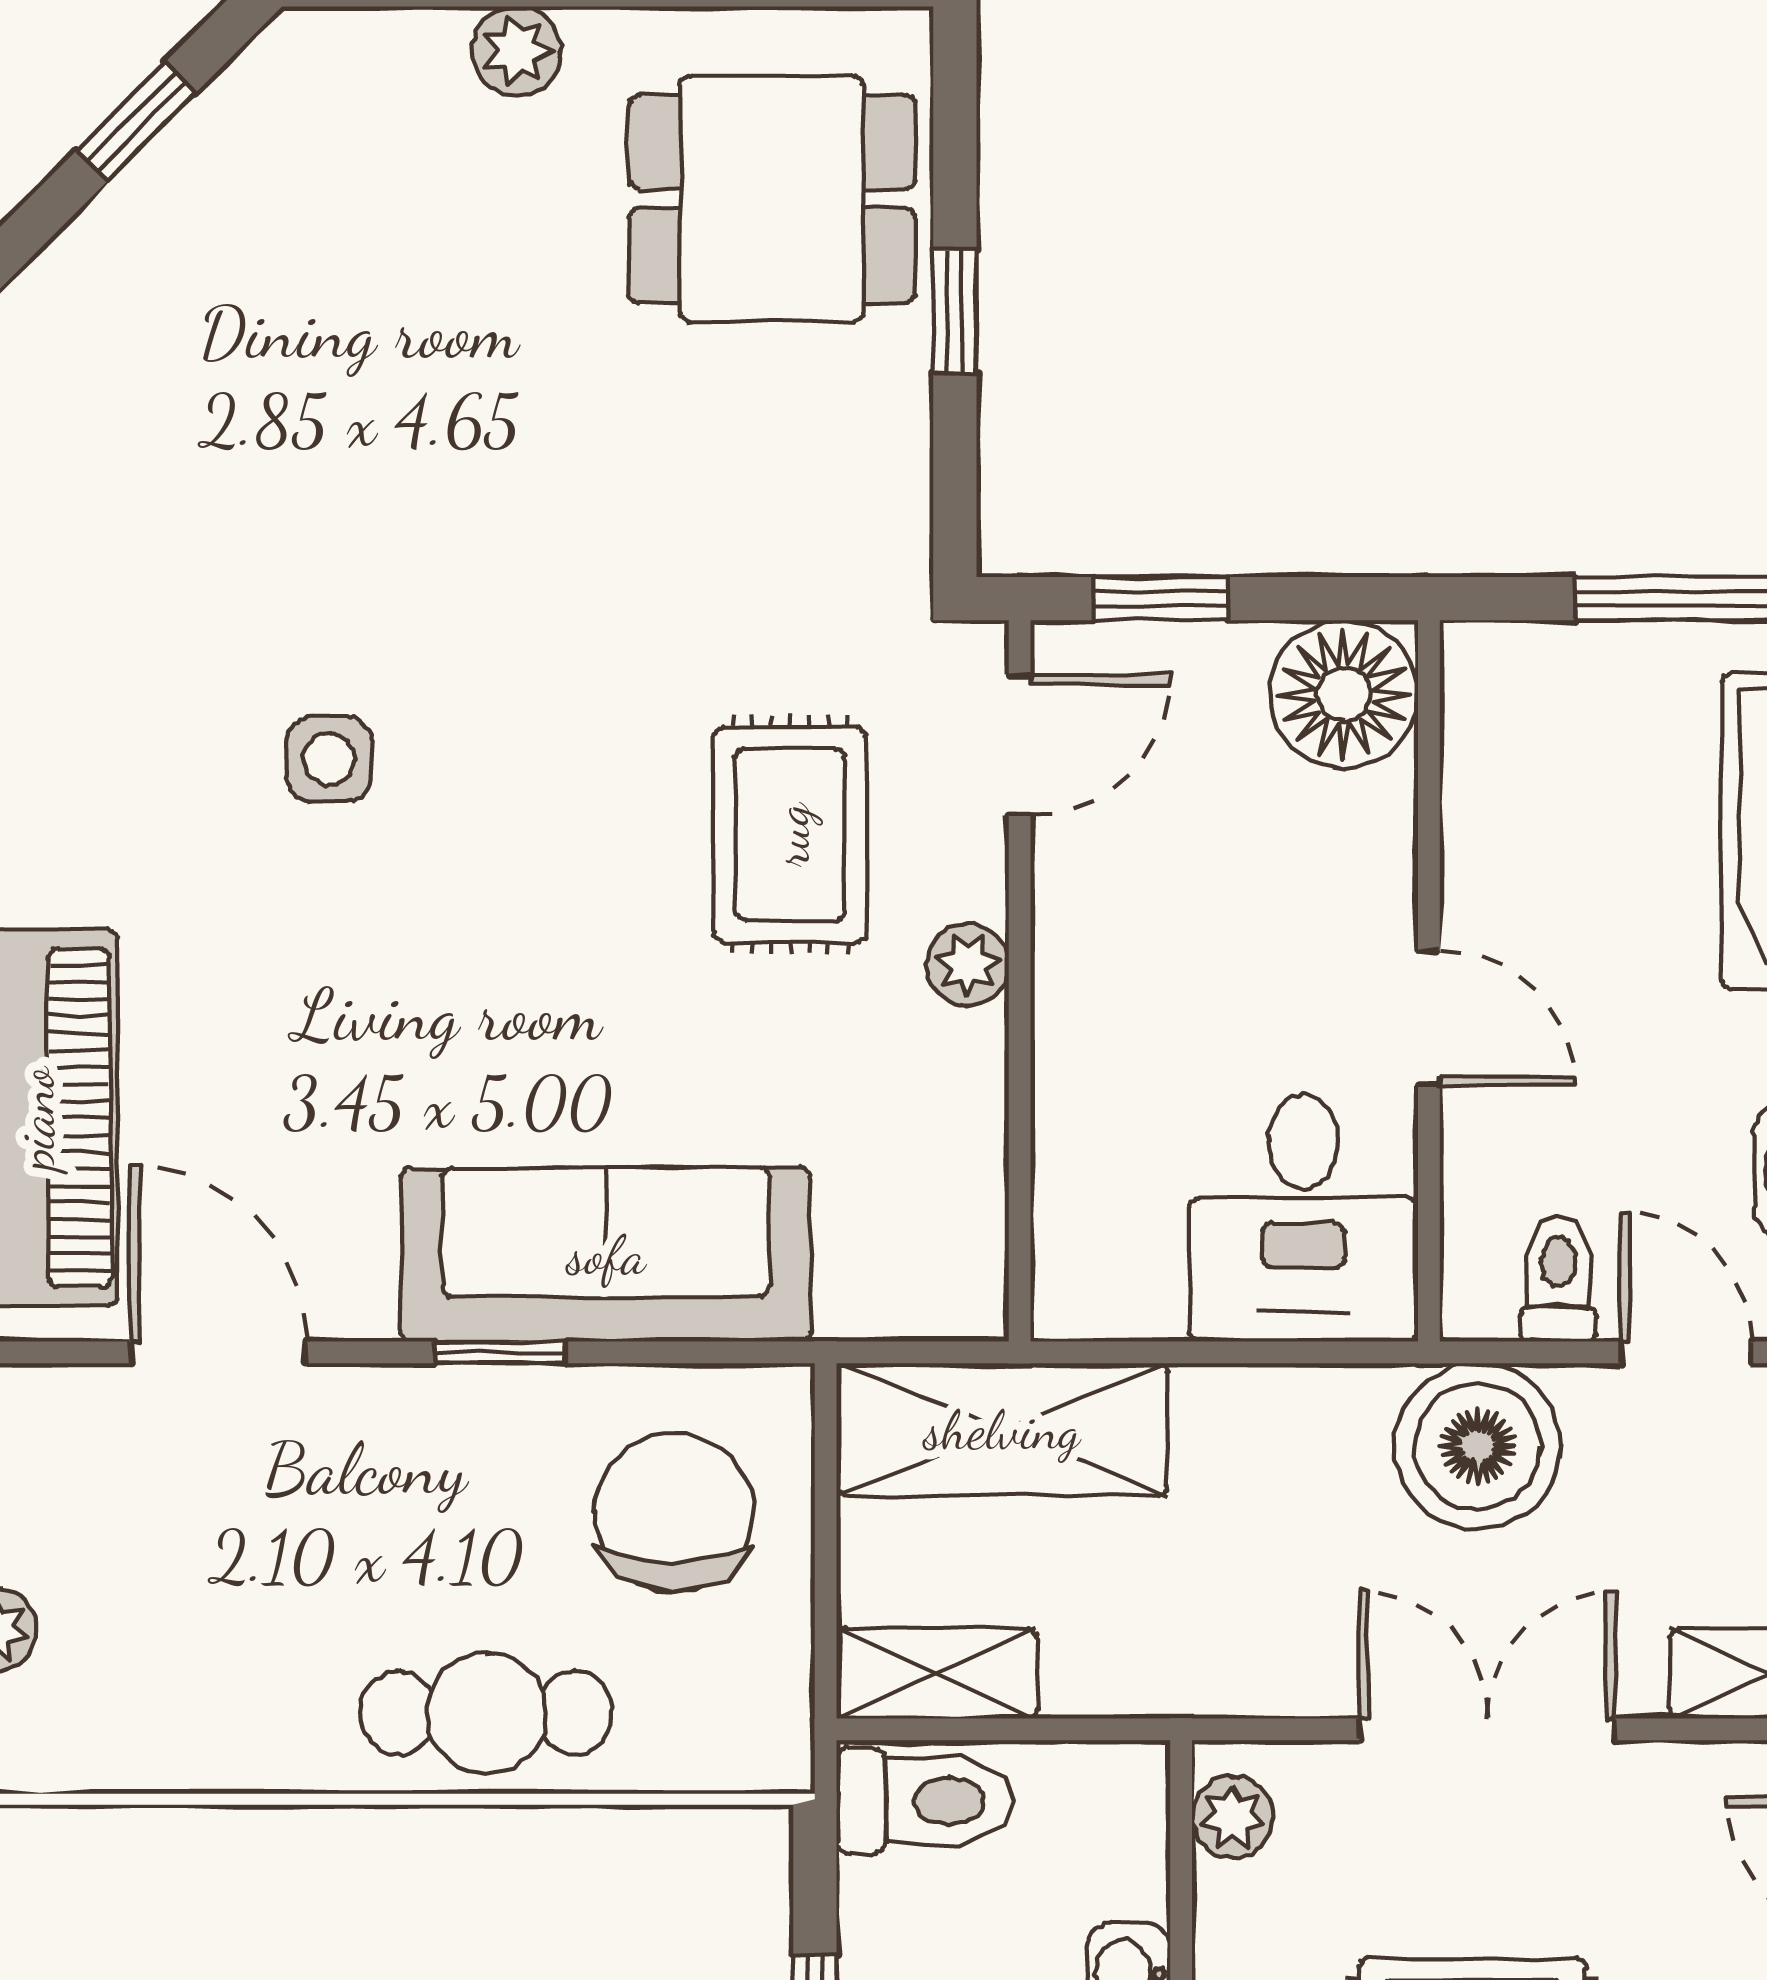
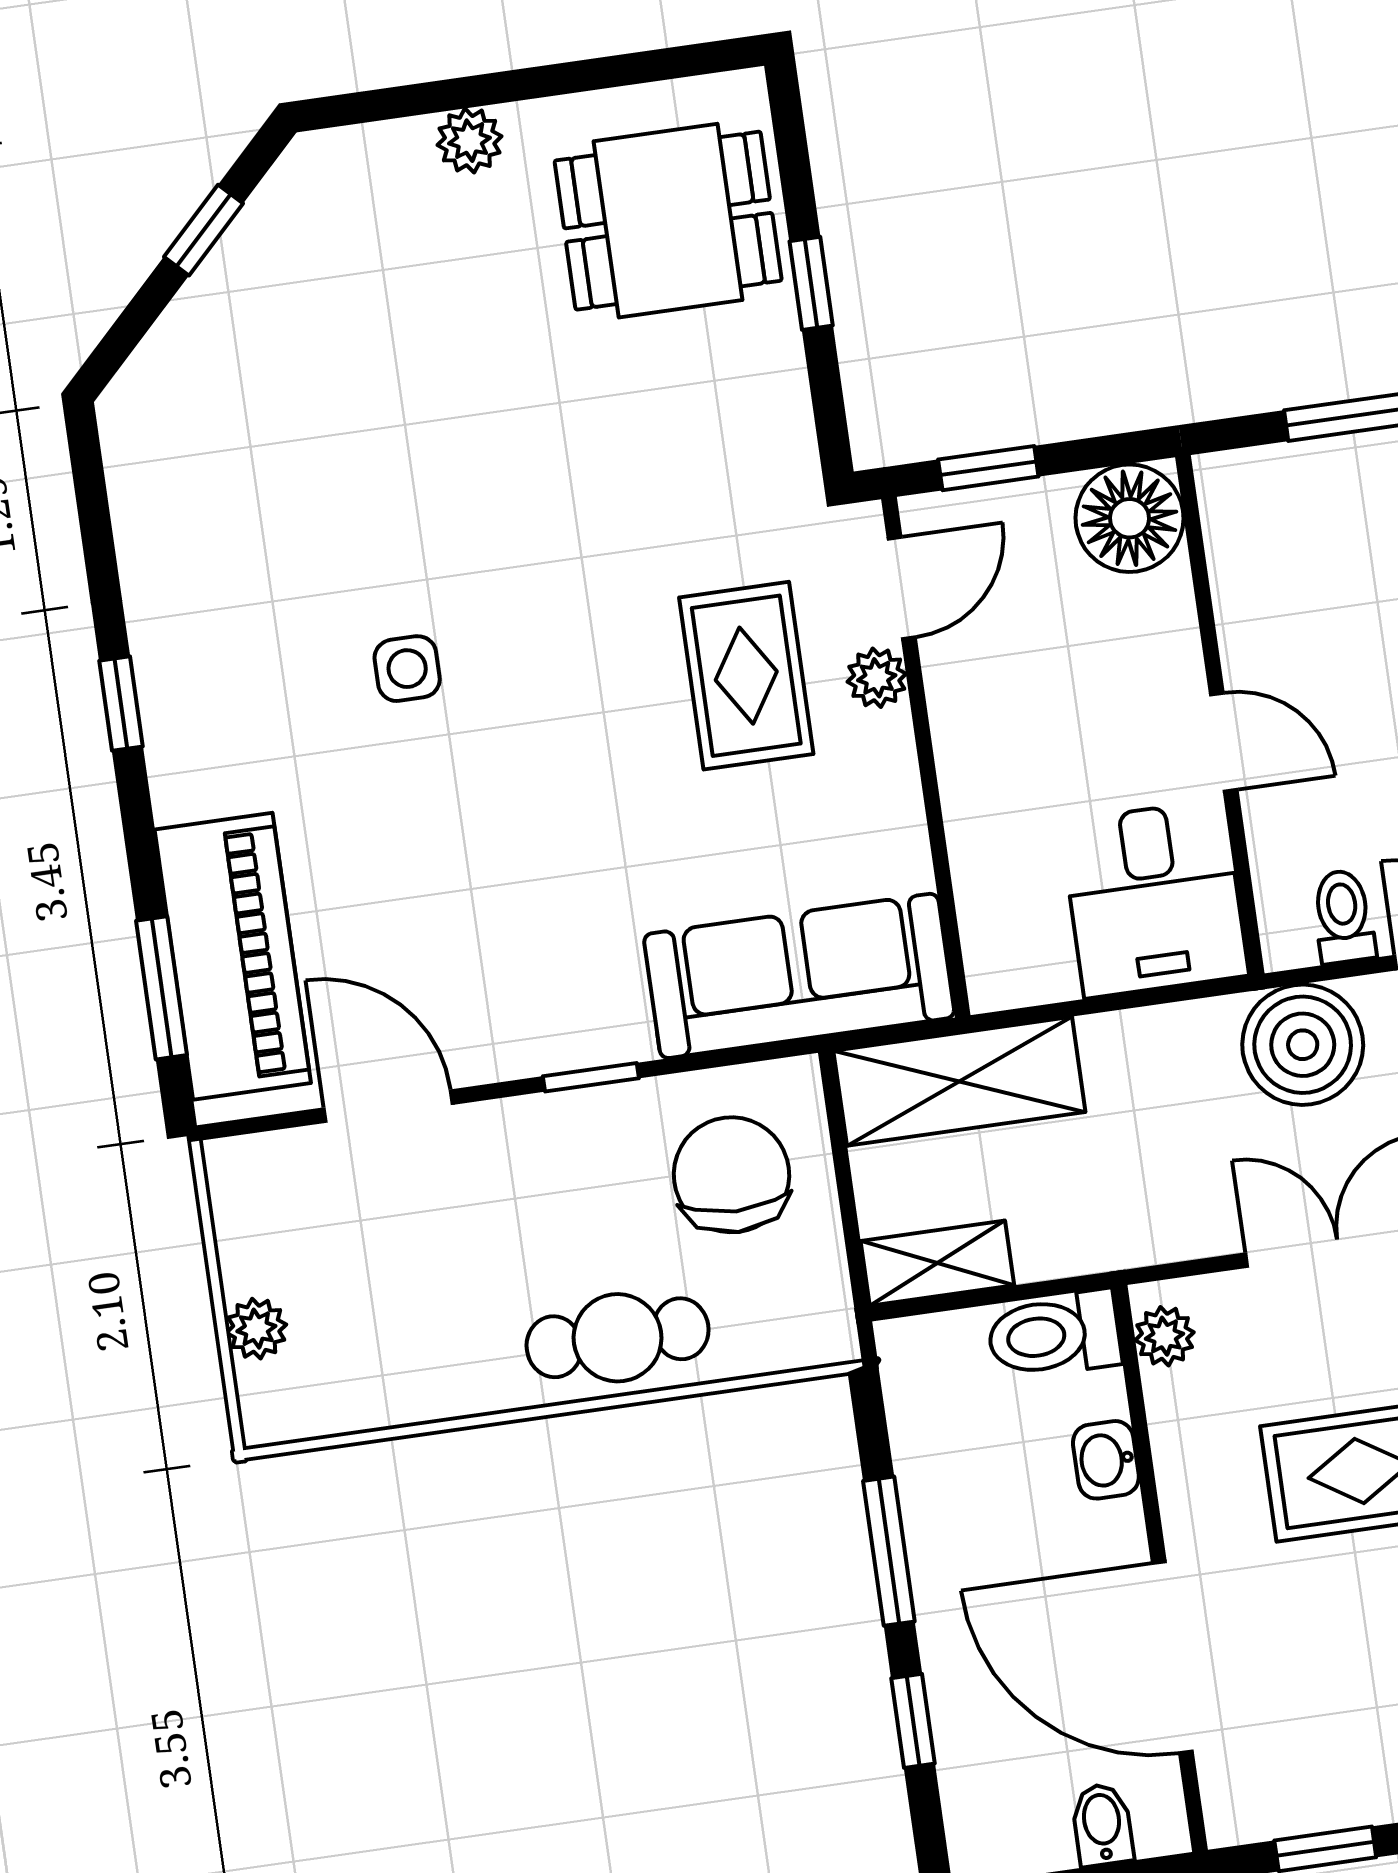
plant: (968, 965) -> (877, 678), moved
sofa: (606, 1255) -> (799, 976), moved
toilet: (925, 1801) -> (1054, 1335), moved, turned 180

